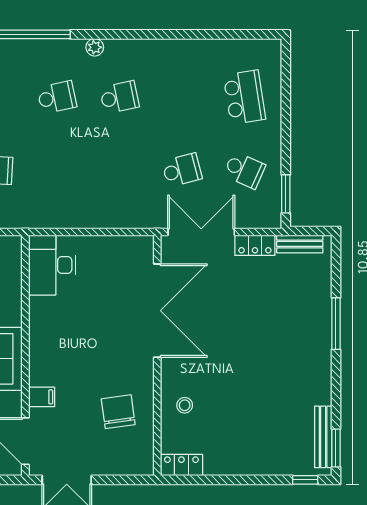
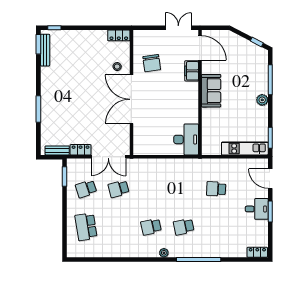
school desk: (244, 170) -> (86, 189), turned -42
double door: (157, 311) -> (131, 99), moved
filing cabinet: (42, 397) -> (192, 71), width x2.00

